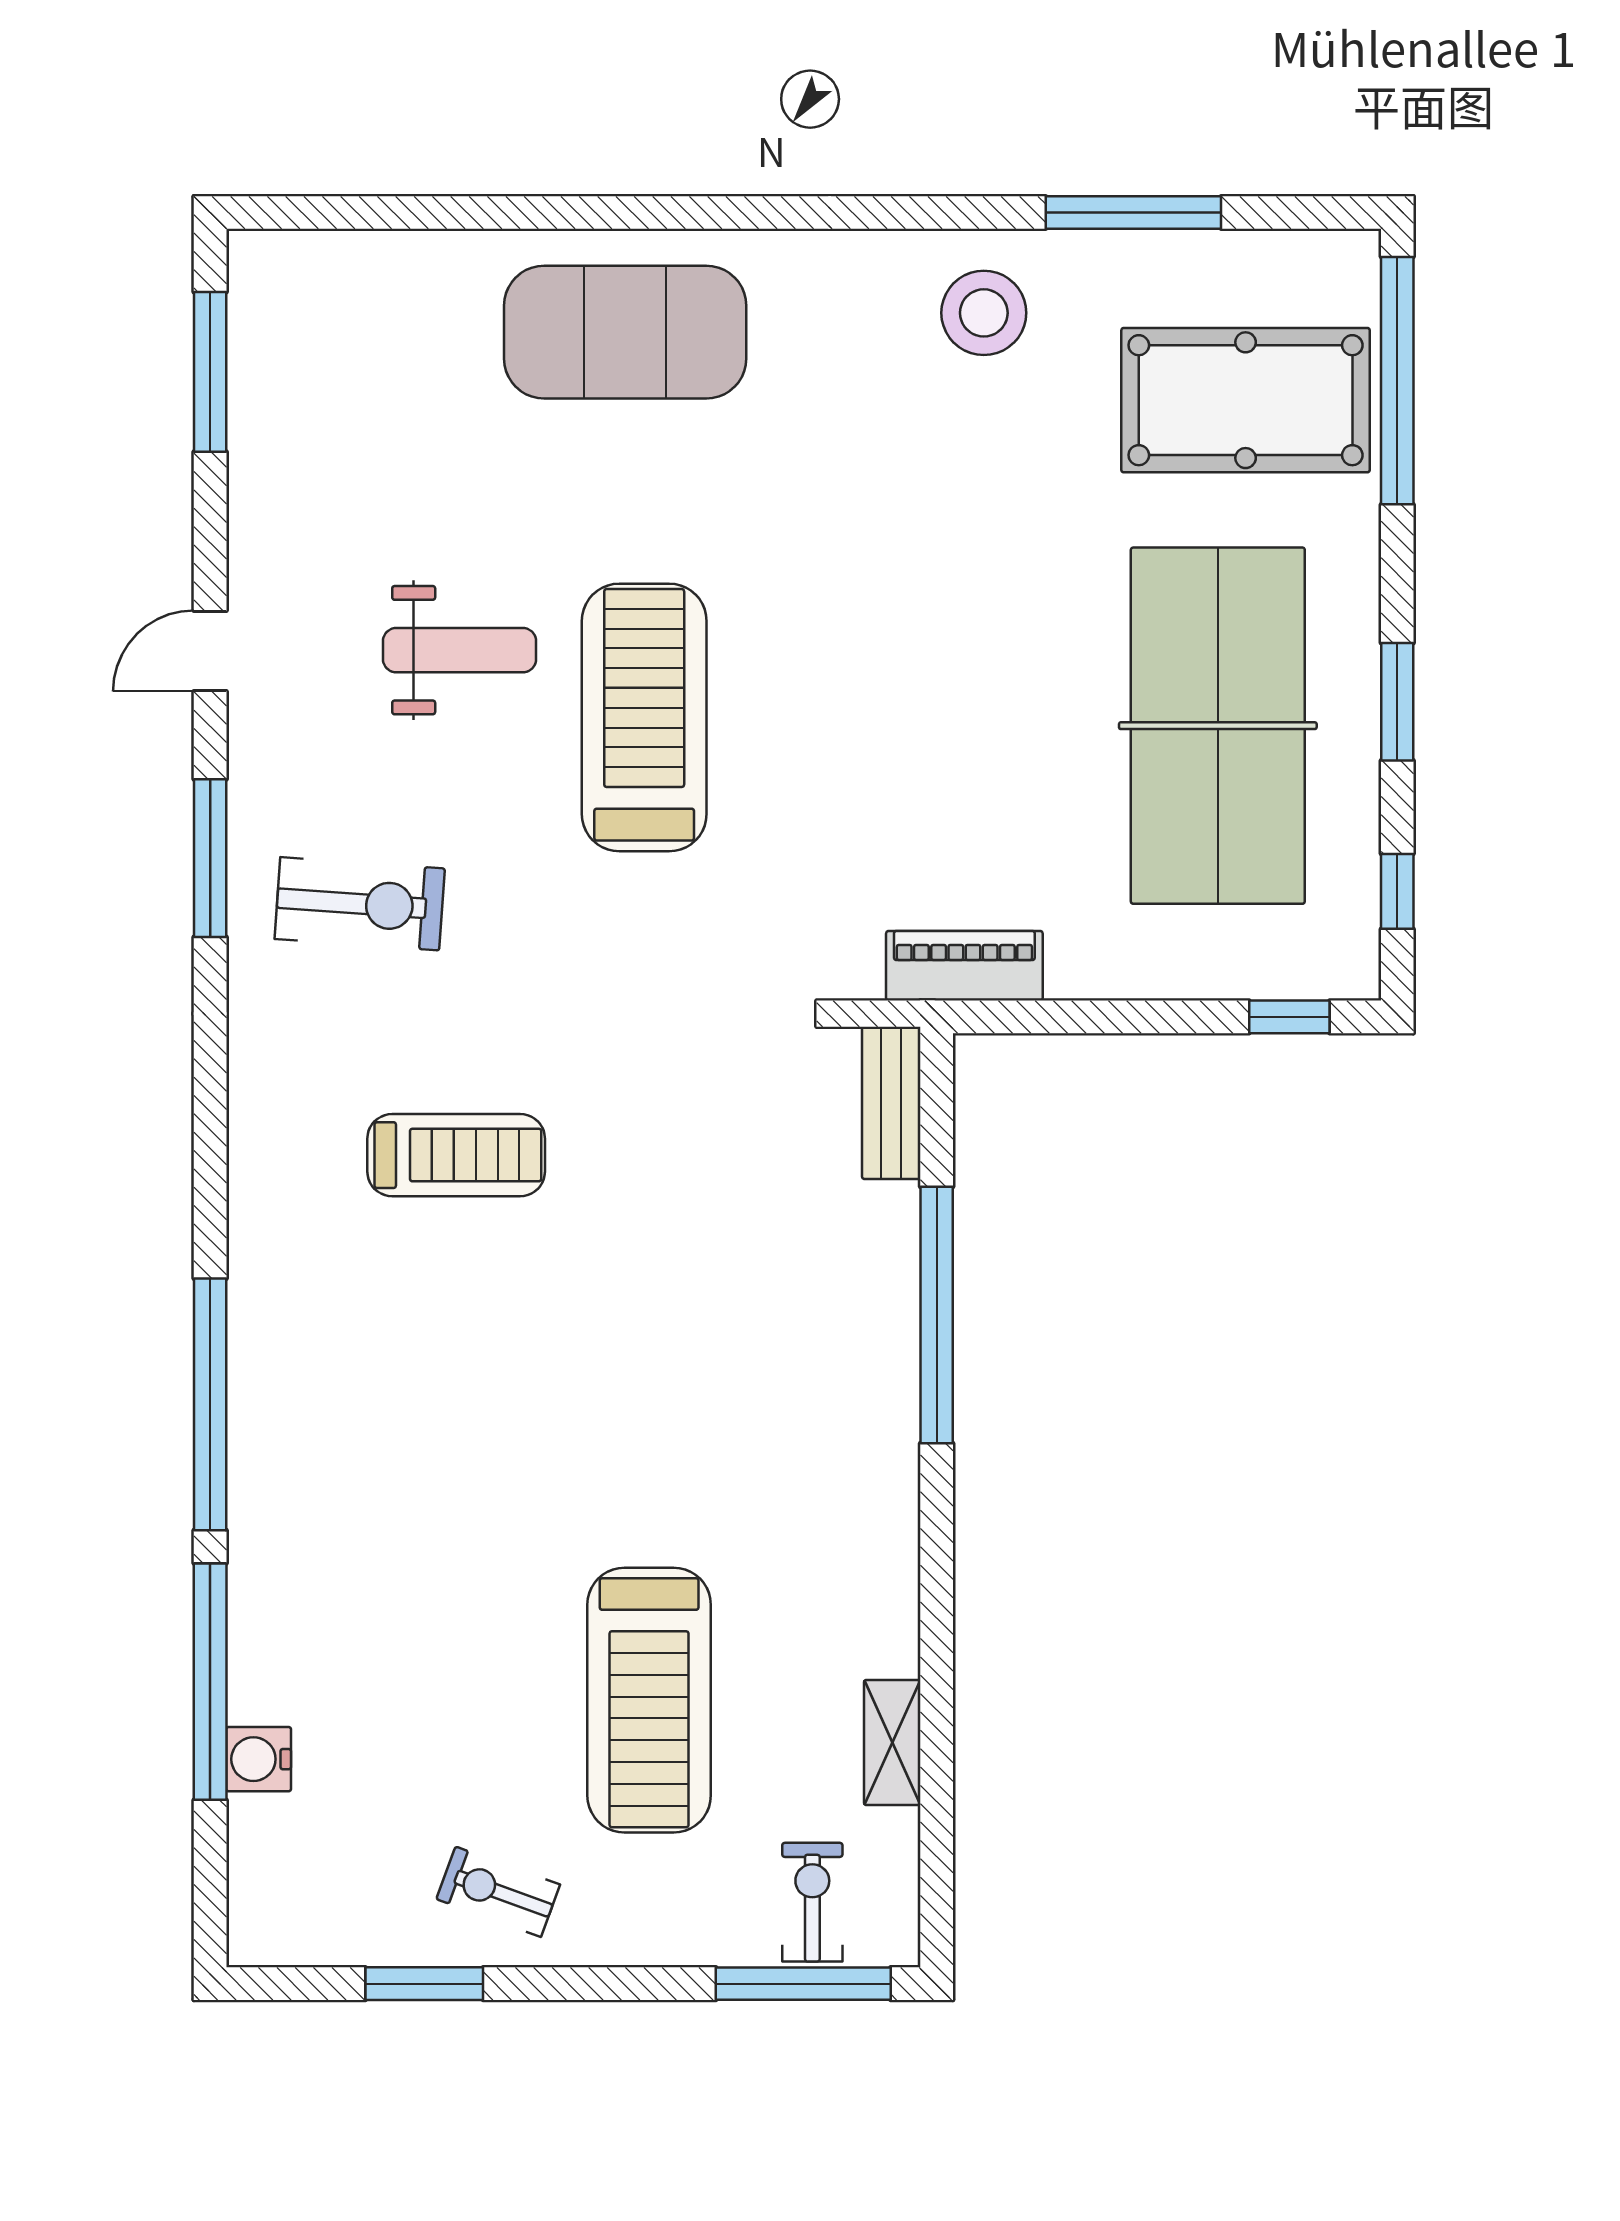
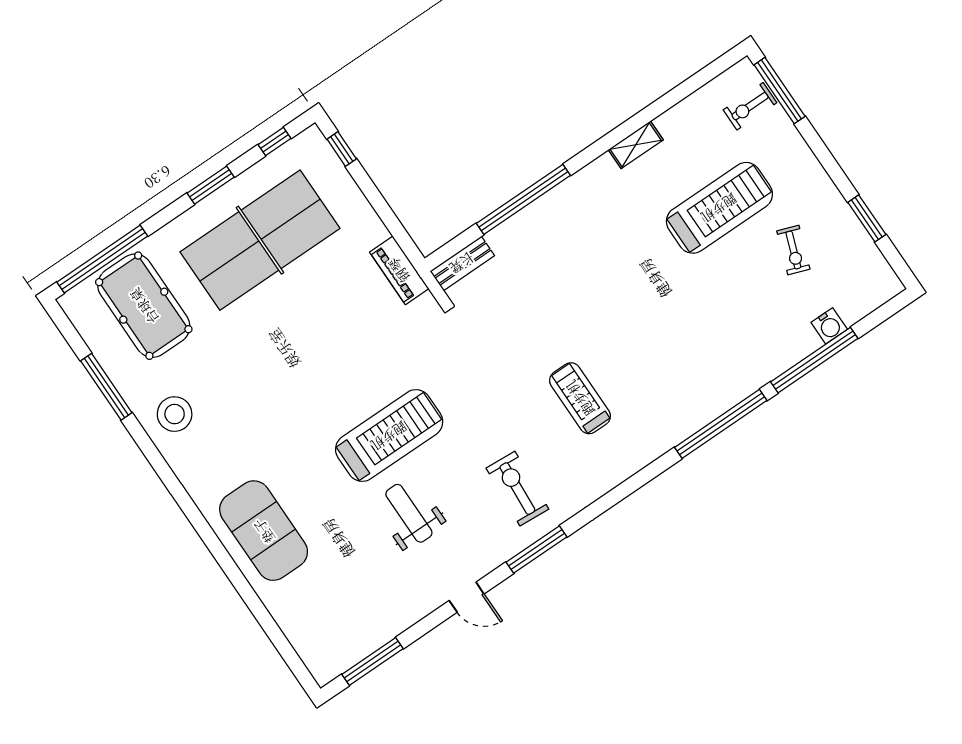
treadmill: (644, 717) -> (389, 436), turned 180
shelving: (892, 1742) -> (636, 145), moved
exercise bike: (498, 1892) -> (793, 250), moved

